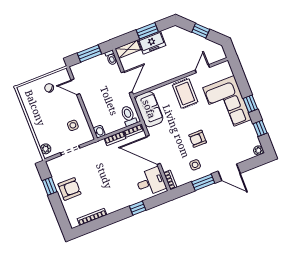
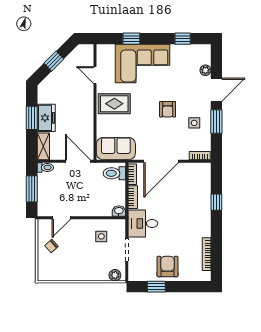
window: (250, 104) -> (131, 39), moved
plant: (258, 150) -> (205, 70), moved
desk: (151, 182) -> (143, 223), moved, turned -90

